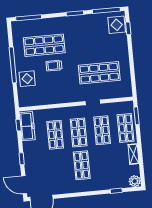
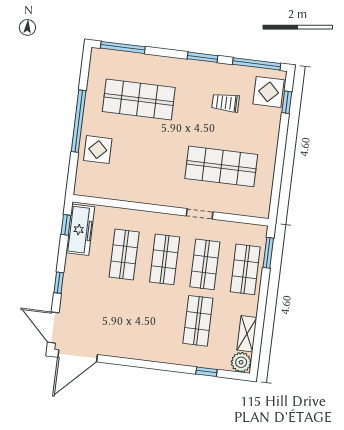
trolley: (54, 66) -> (226, 103), moved
shelving: (133, 154) -> (247, 334), moved
shop shelf: (82, 165) -> (198, 321), moved

